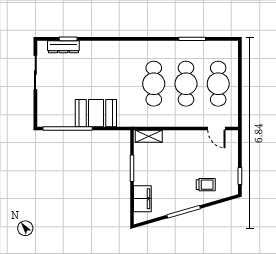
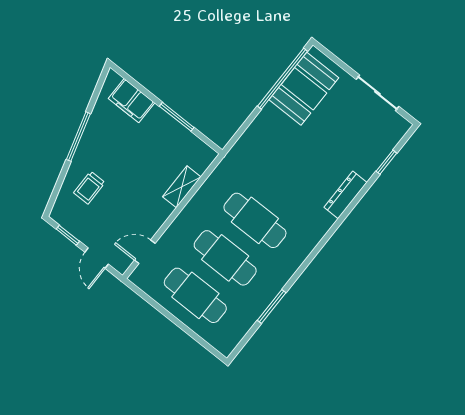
dresser: (63, 47) -> (346, 195), moved
booth: (96, 113) -> (304, 89), moved
shelving: (149, 136) -> (182, 187), moved
door: (240, 151) -> (97, 258), added

